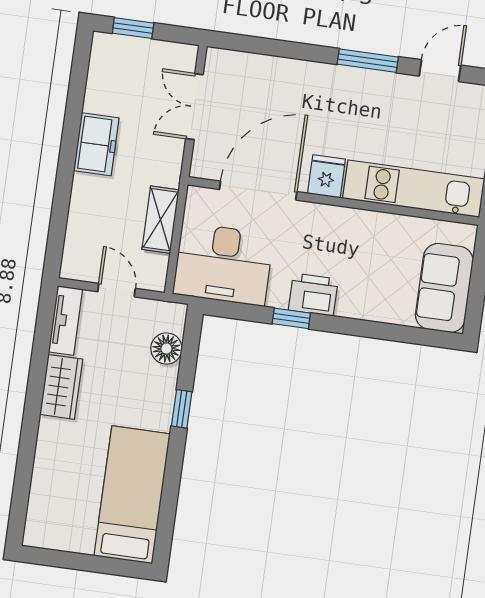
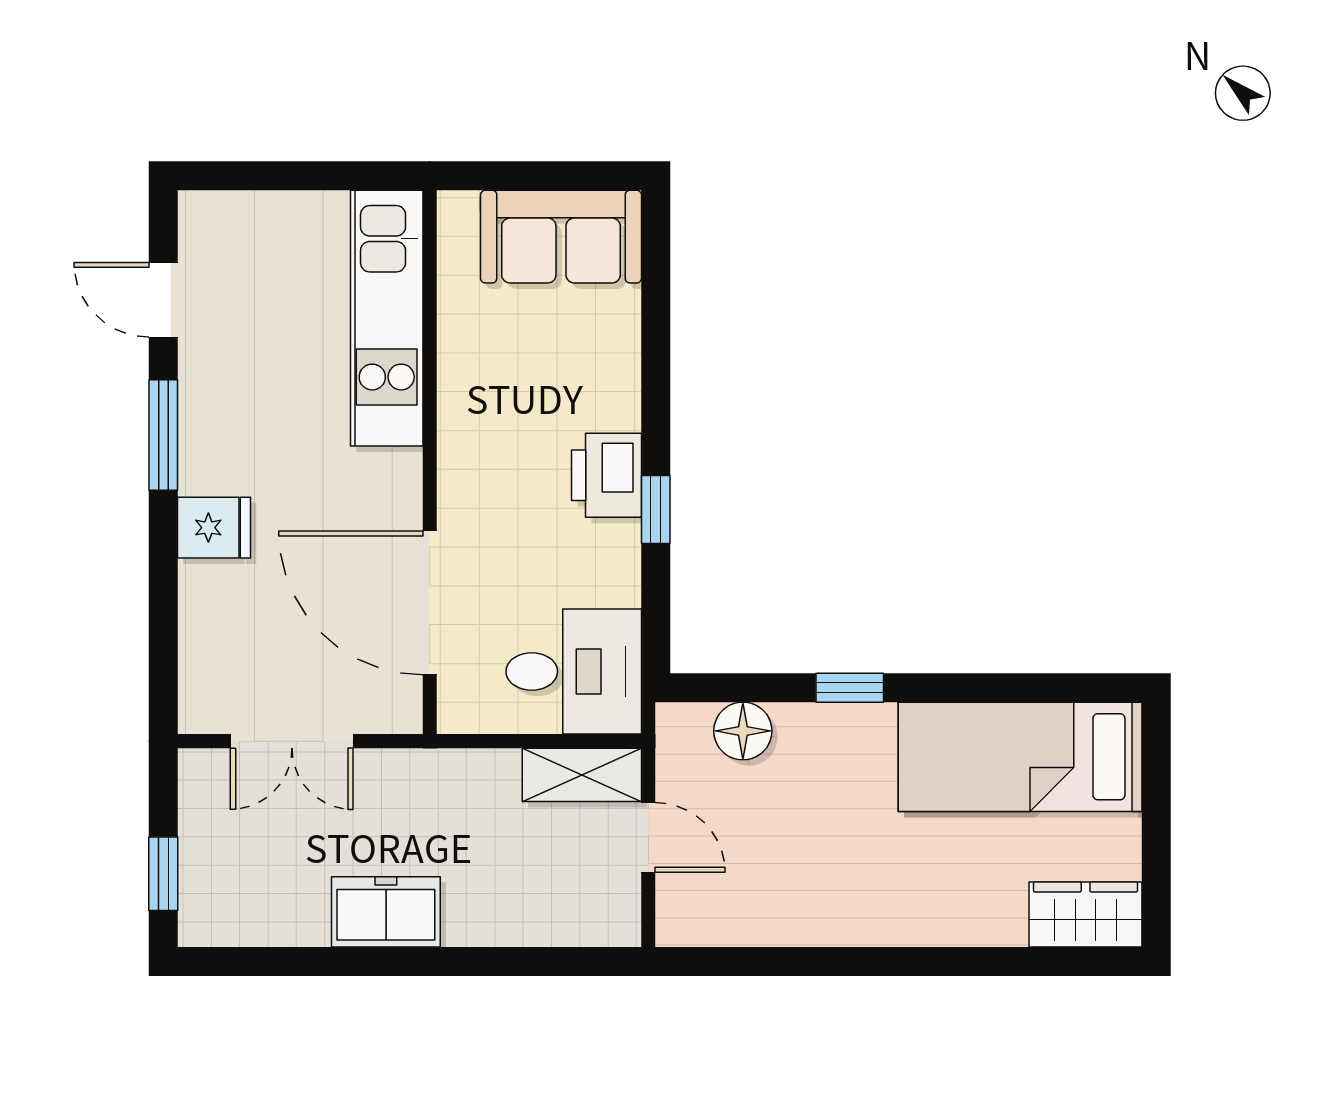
fridge: (326, 176) -> (214, 528), moved, turned 180
shelving: (160, 220) -> (582, 775), moved
desk: (223, 264) -> (574, 672), width x0.73
door: (117, 290) -> (648, 837), swing flipped
tv unit: (65, 320) -> (717, 923), removed
wardrobe: (61, 387) -> (1086, 914), moved

